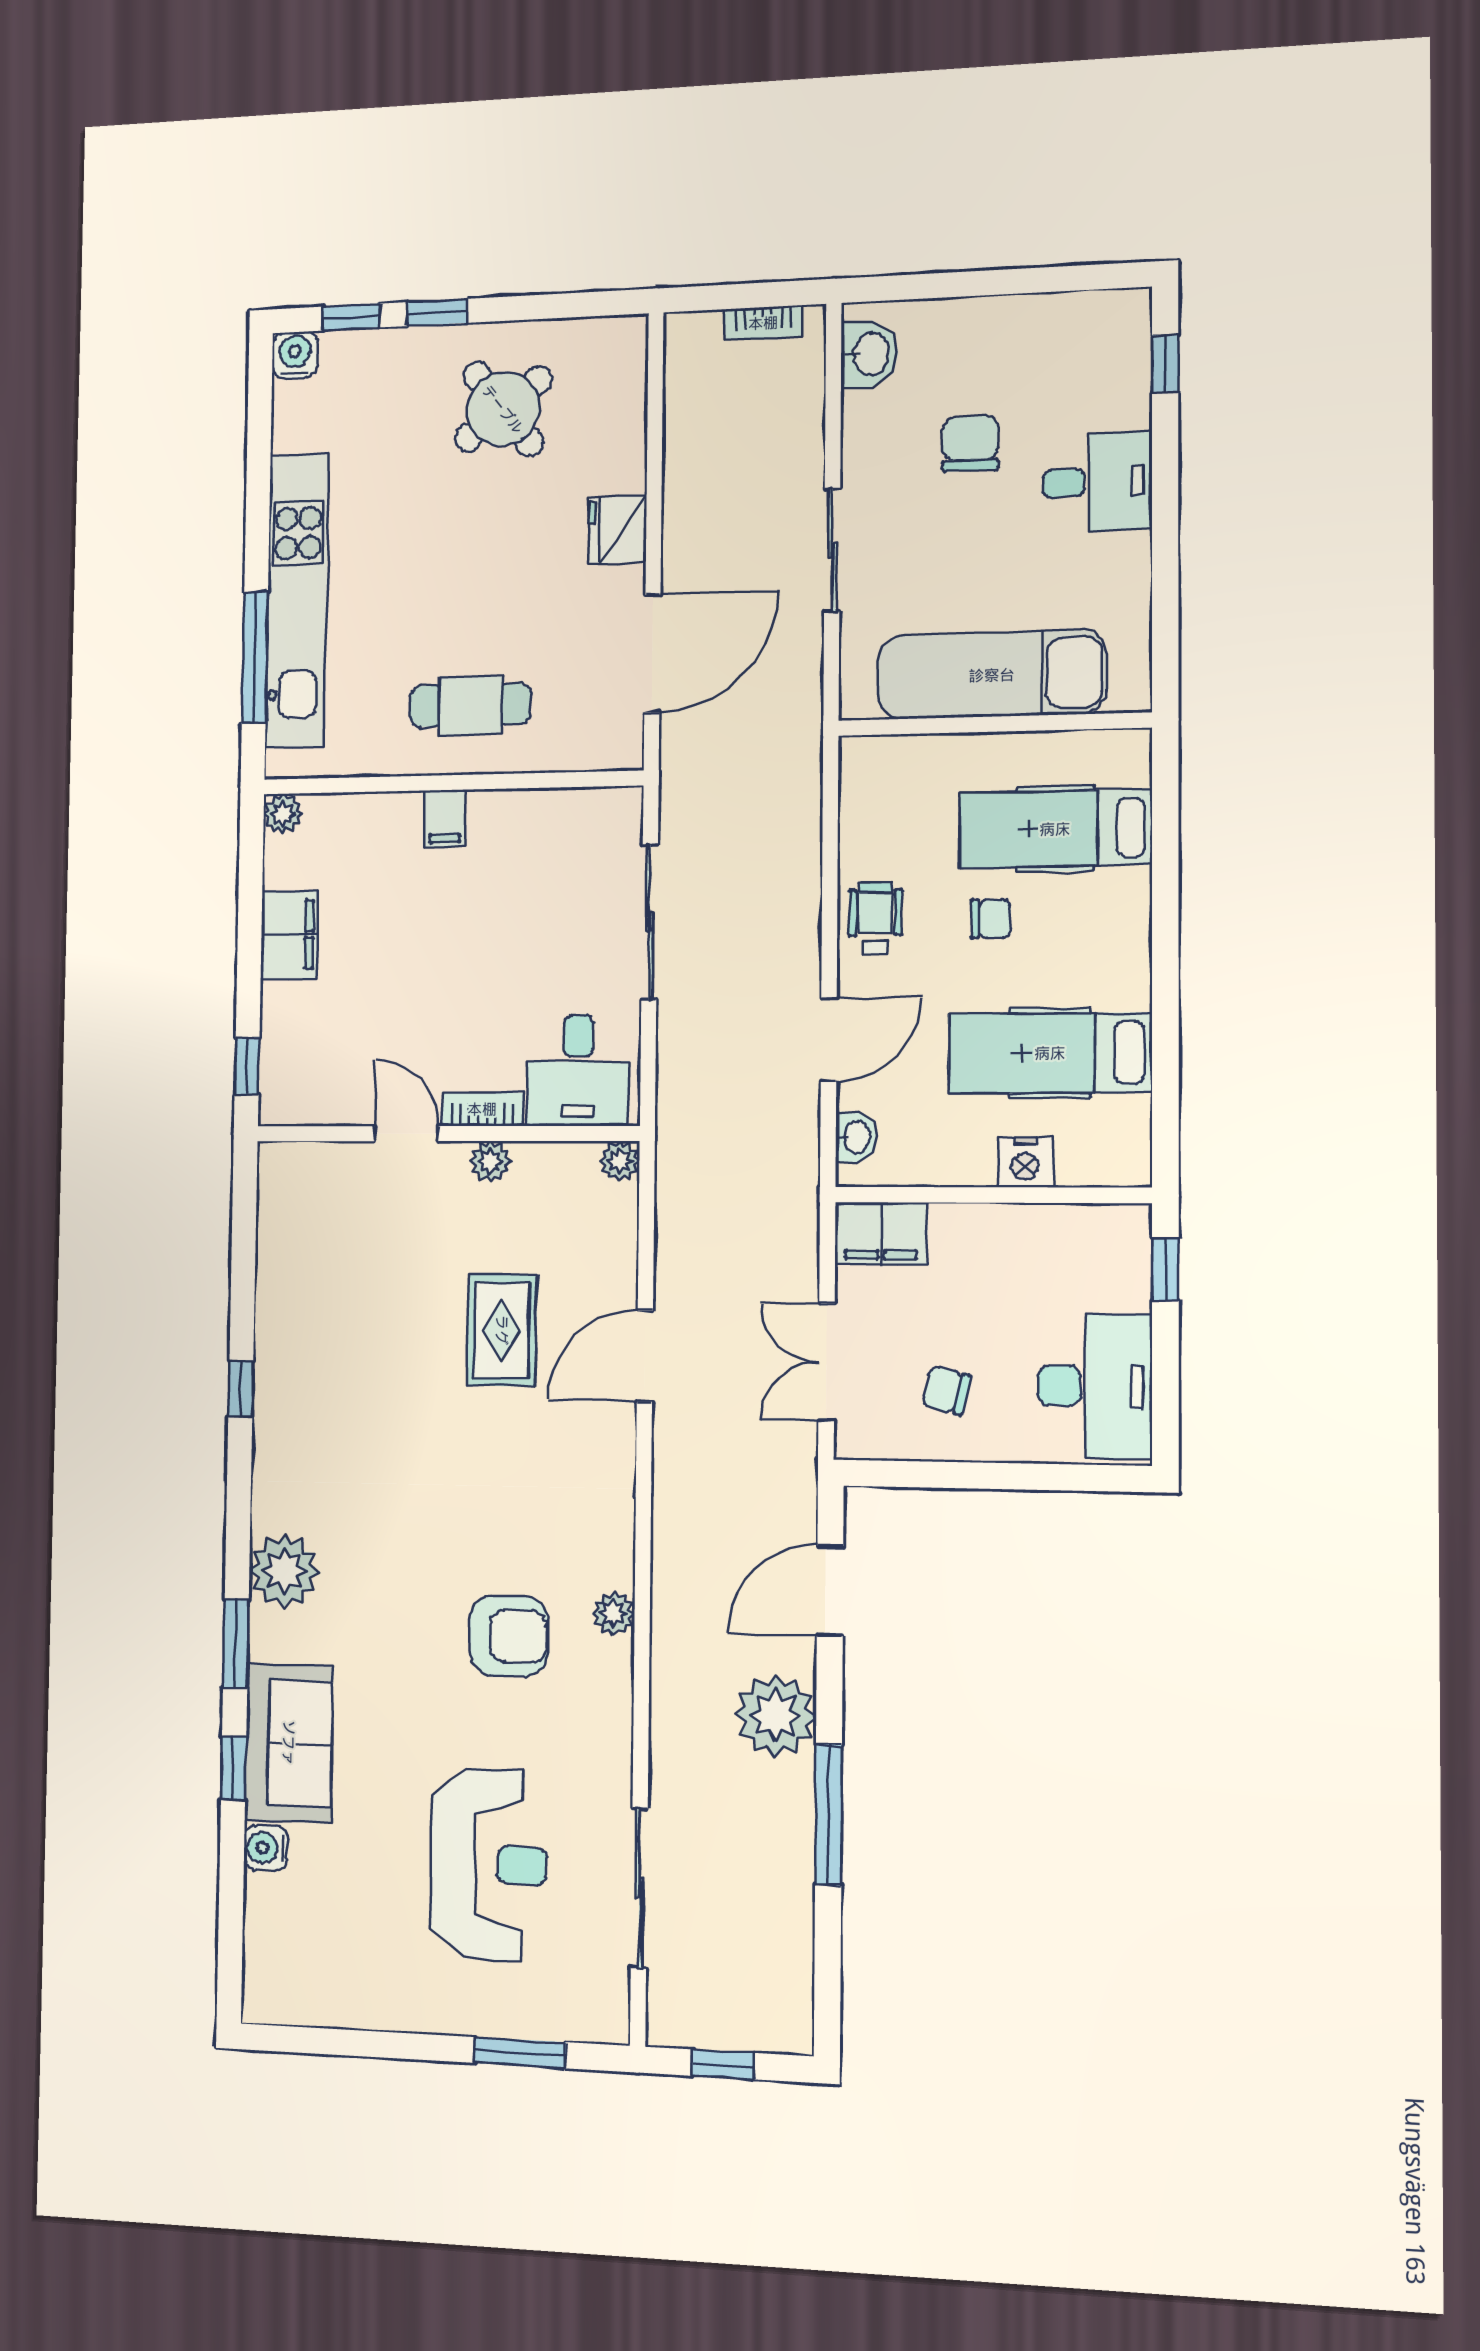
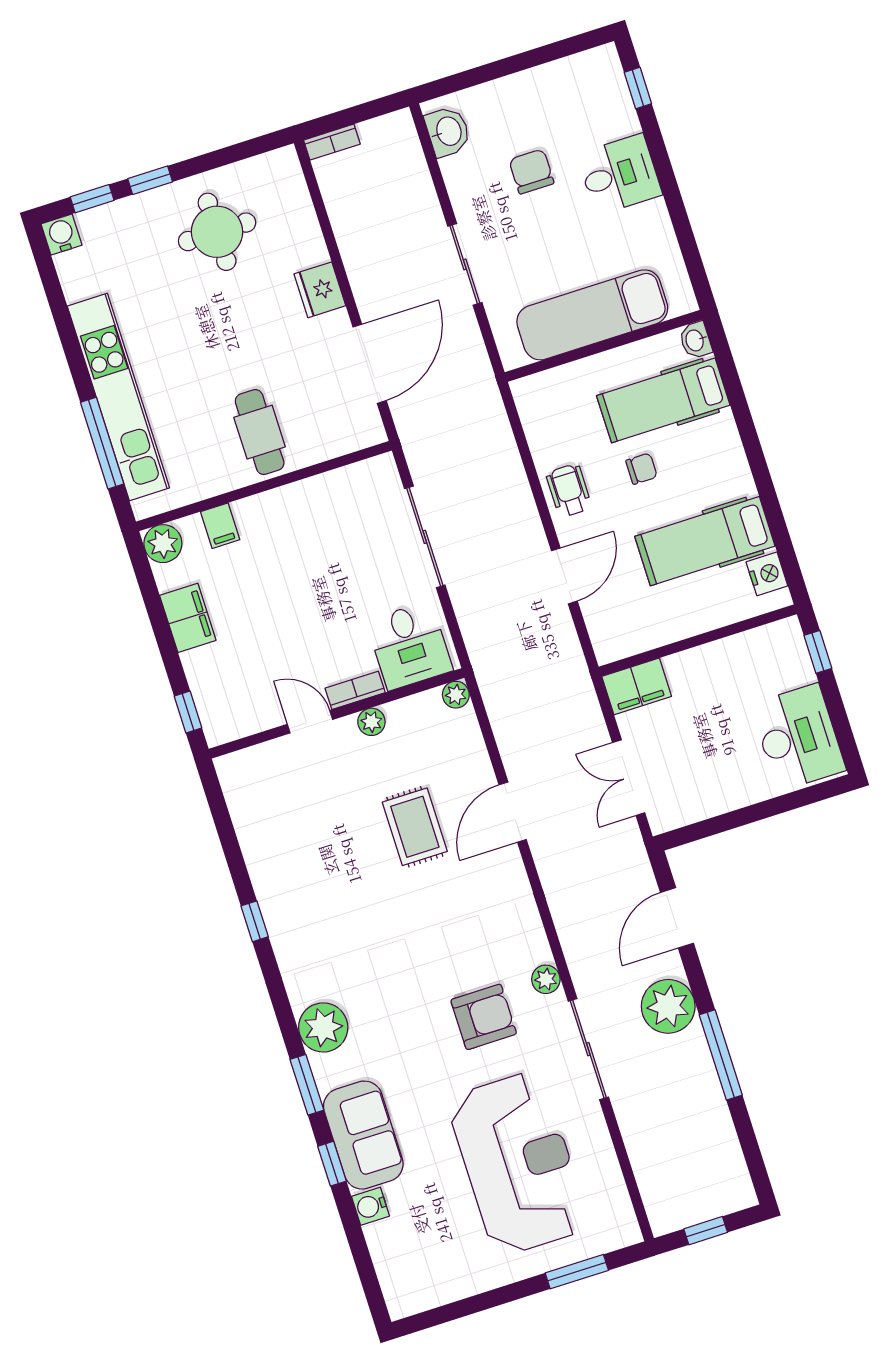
bookcase: (763, 323) -> (332, 142), moved
round table: (503, 409) -> (217, 232), turned 38
cafe table: (470, 705) -> (260, 432), turned 90
plant: (283, 814) -> (163, 544), width x1.38, depth x1.38
filing cabinet: (445, 818) -> (220, 526), moved
washbasin: (856, 1137) -> (695, 340), moved, turned 180
nightstand: (1025, 1162) -> (767, 574), moved, turned -90
chair: (946, 1391) -> (708, 770), removed
reception desk: (489, 1864) -> (518, 1163), width x1.36, depth x1.30
sliding door: (639, 1888) -> (588, 1049), moved

